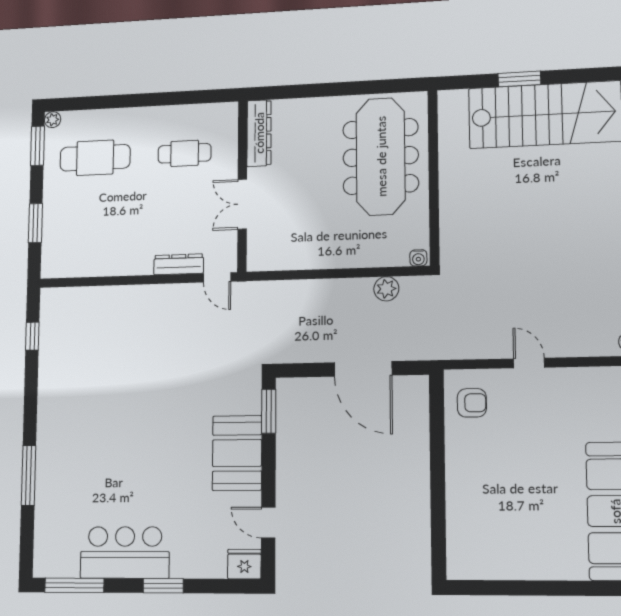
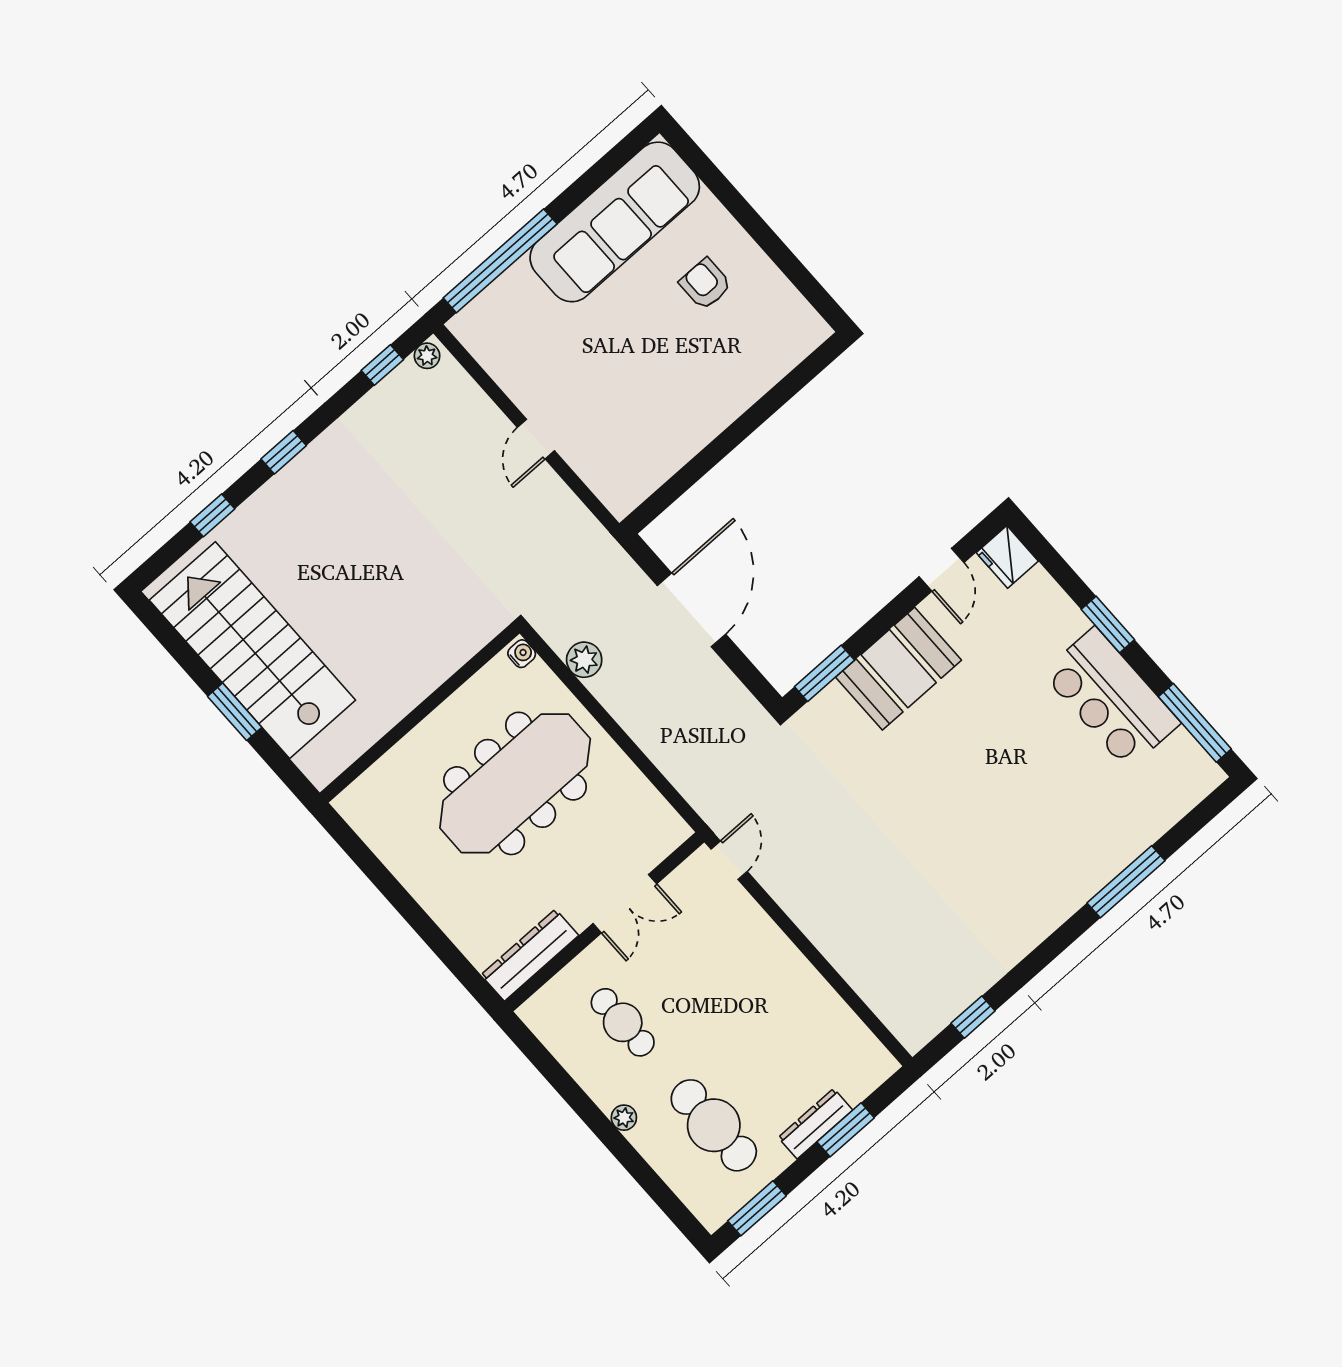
plant: (53, 120) -> (624, 1118), moved
meeting table: (381, 156) -> (515, 783), moved
dresser: (179, 264) -> (815, 1124), moved, turned 90
armchair: (472, 403) -> (705, 284), moved

